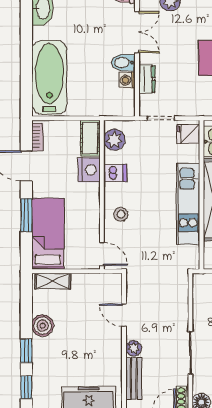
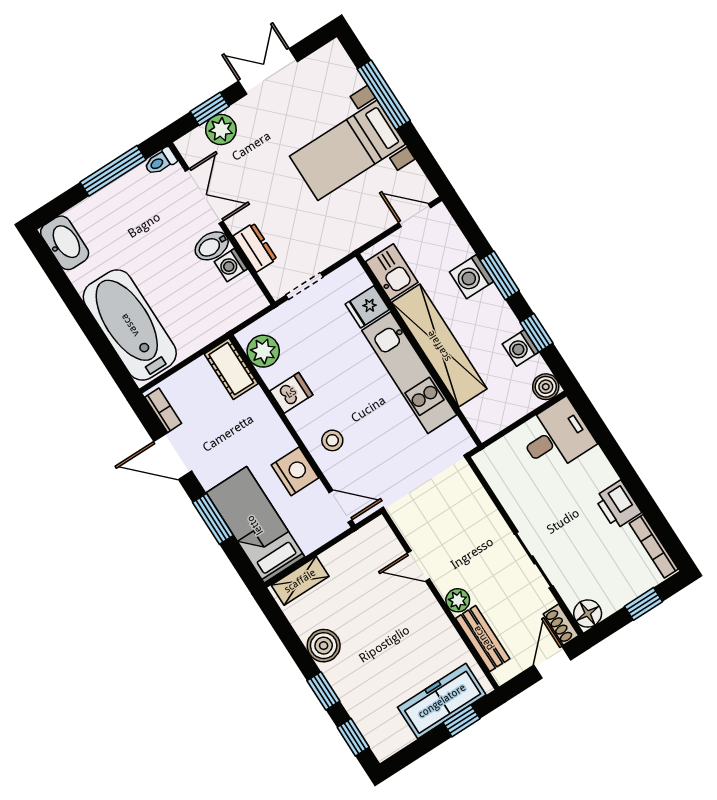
fridge: (188, 134) -> (367, 307), moved
nightstand: (89, 170) -> (295, 471), moved

